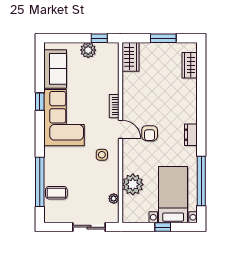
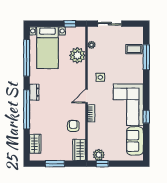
plant: (88, 50) -> (99, 155), moved
window: (201, 111) -> (27, 109), added
door: (120, 129) -> (86, 96), hinge flipped
armchair: (150, 133) -> (73, 126), moved
window: (40, 182) -> (146, 57), width x0.68
window: (163, 227) -> (70, 24), moved

